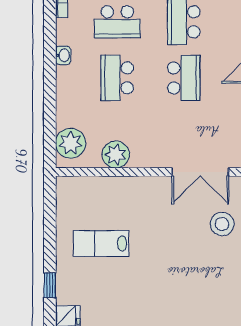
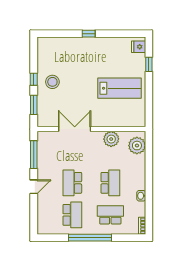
double door: (200, 172) -> (75, 129), moved
stool: (222, 224) -> (52, 82), moved
lab bench: (101, 243) -> (119, 88), width x1.36, depth x1.39

